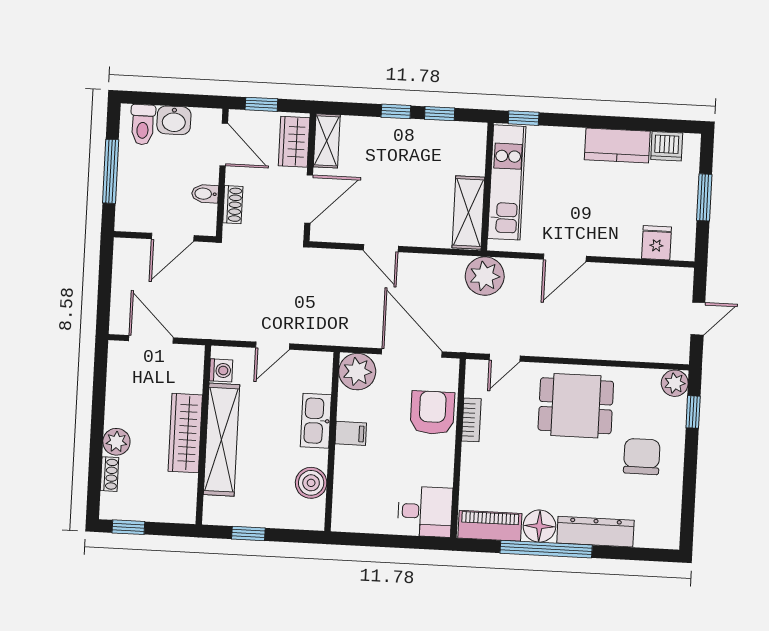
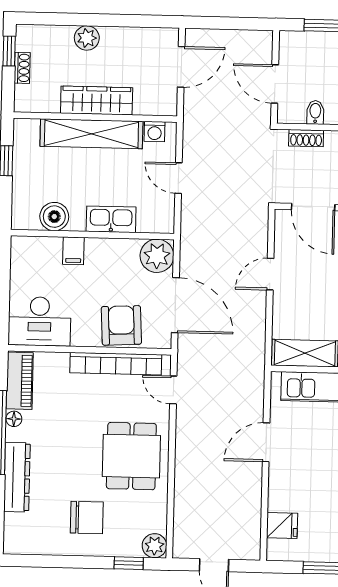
door: (565, 258) -> (266, 442), hinge flipped
plant: (485, 276) -> (247, 370), removed
door: (412, 353) -> (175, 305), hinge flipped
armchair: (432, 413) -> (121, 325), turned -93
bookcase: (471, 420) -> (116, 364), width x2.31, depth x1.31
filing cabinet: (351, 433) -> (73, 251), moved
shoe rack: (110, 474) -> (22, 68), moved, turned -90
desk: (425, 511) -> (39, 321), width x1.37
floor lamp: (539, 526) -> (14, 419), width x0.53, depth x0.53

